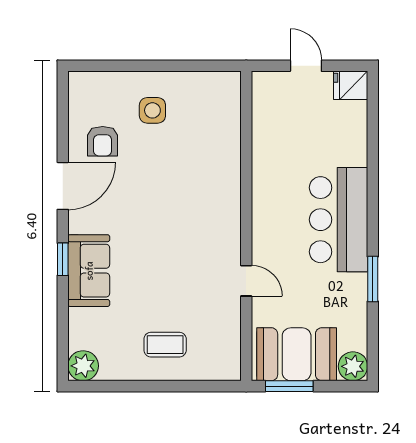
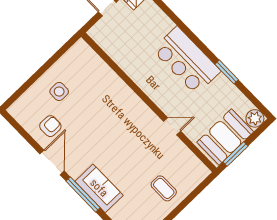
armchair: (103, 141) -> (50, 126), turned -90
window: (63, 259) -> (83, 194), width x2.17
coffee table: (165, 345) -> (164, 188), turned 90

